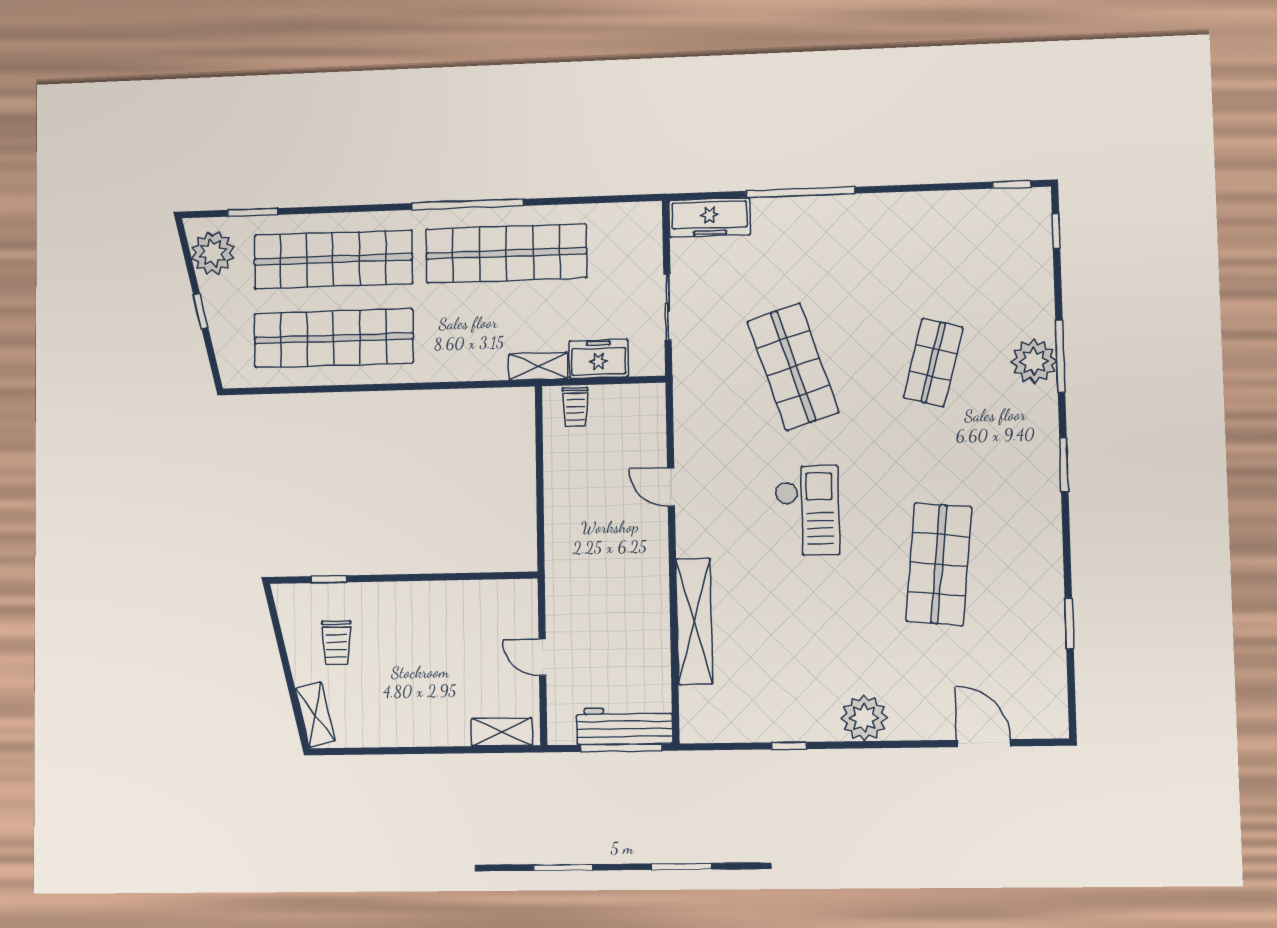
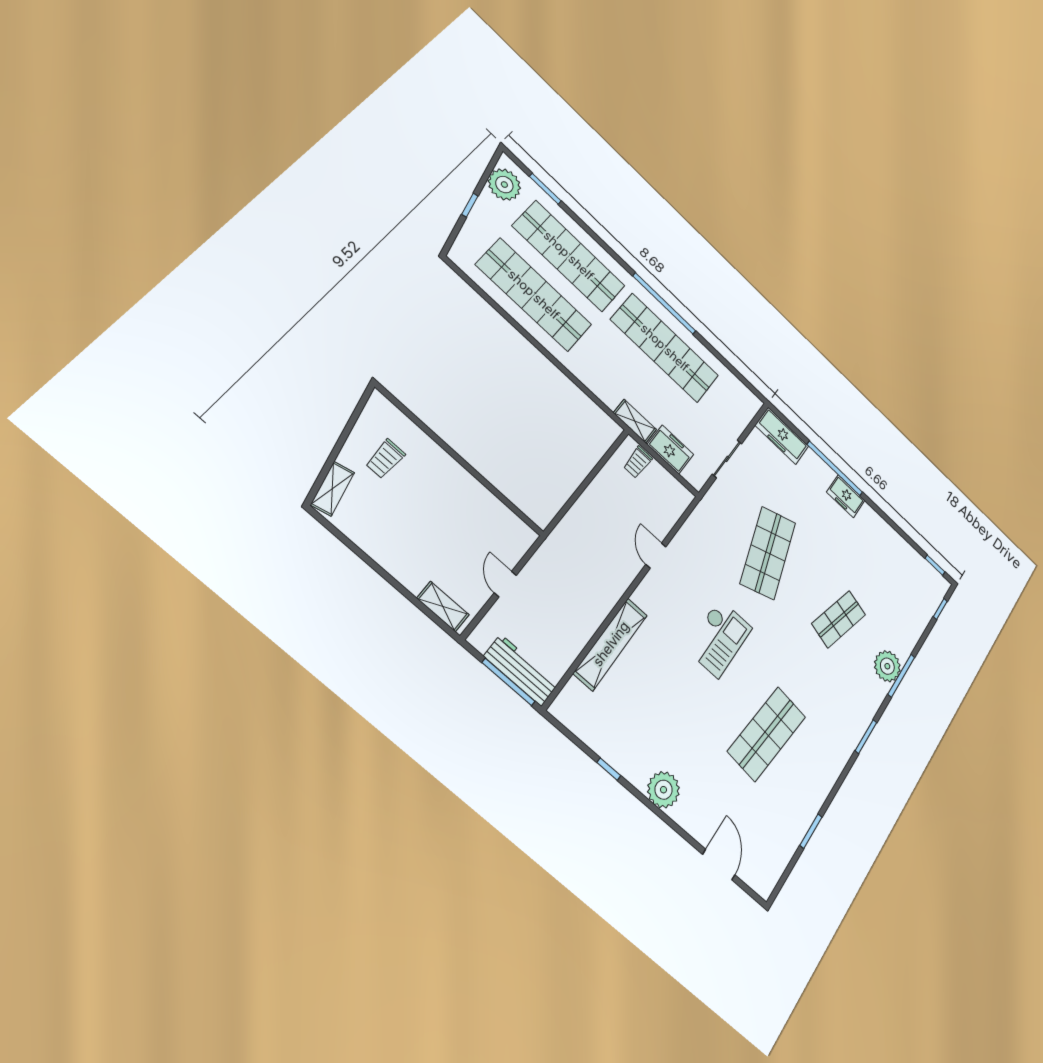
freezer: (838, 212) -> (846, 496), added
window: (329, 579) -> (414, 419), removed

